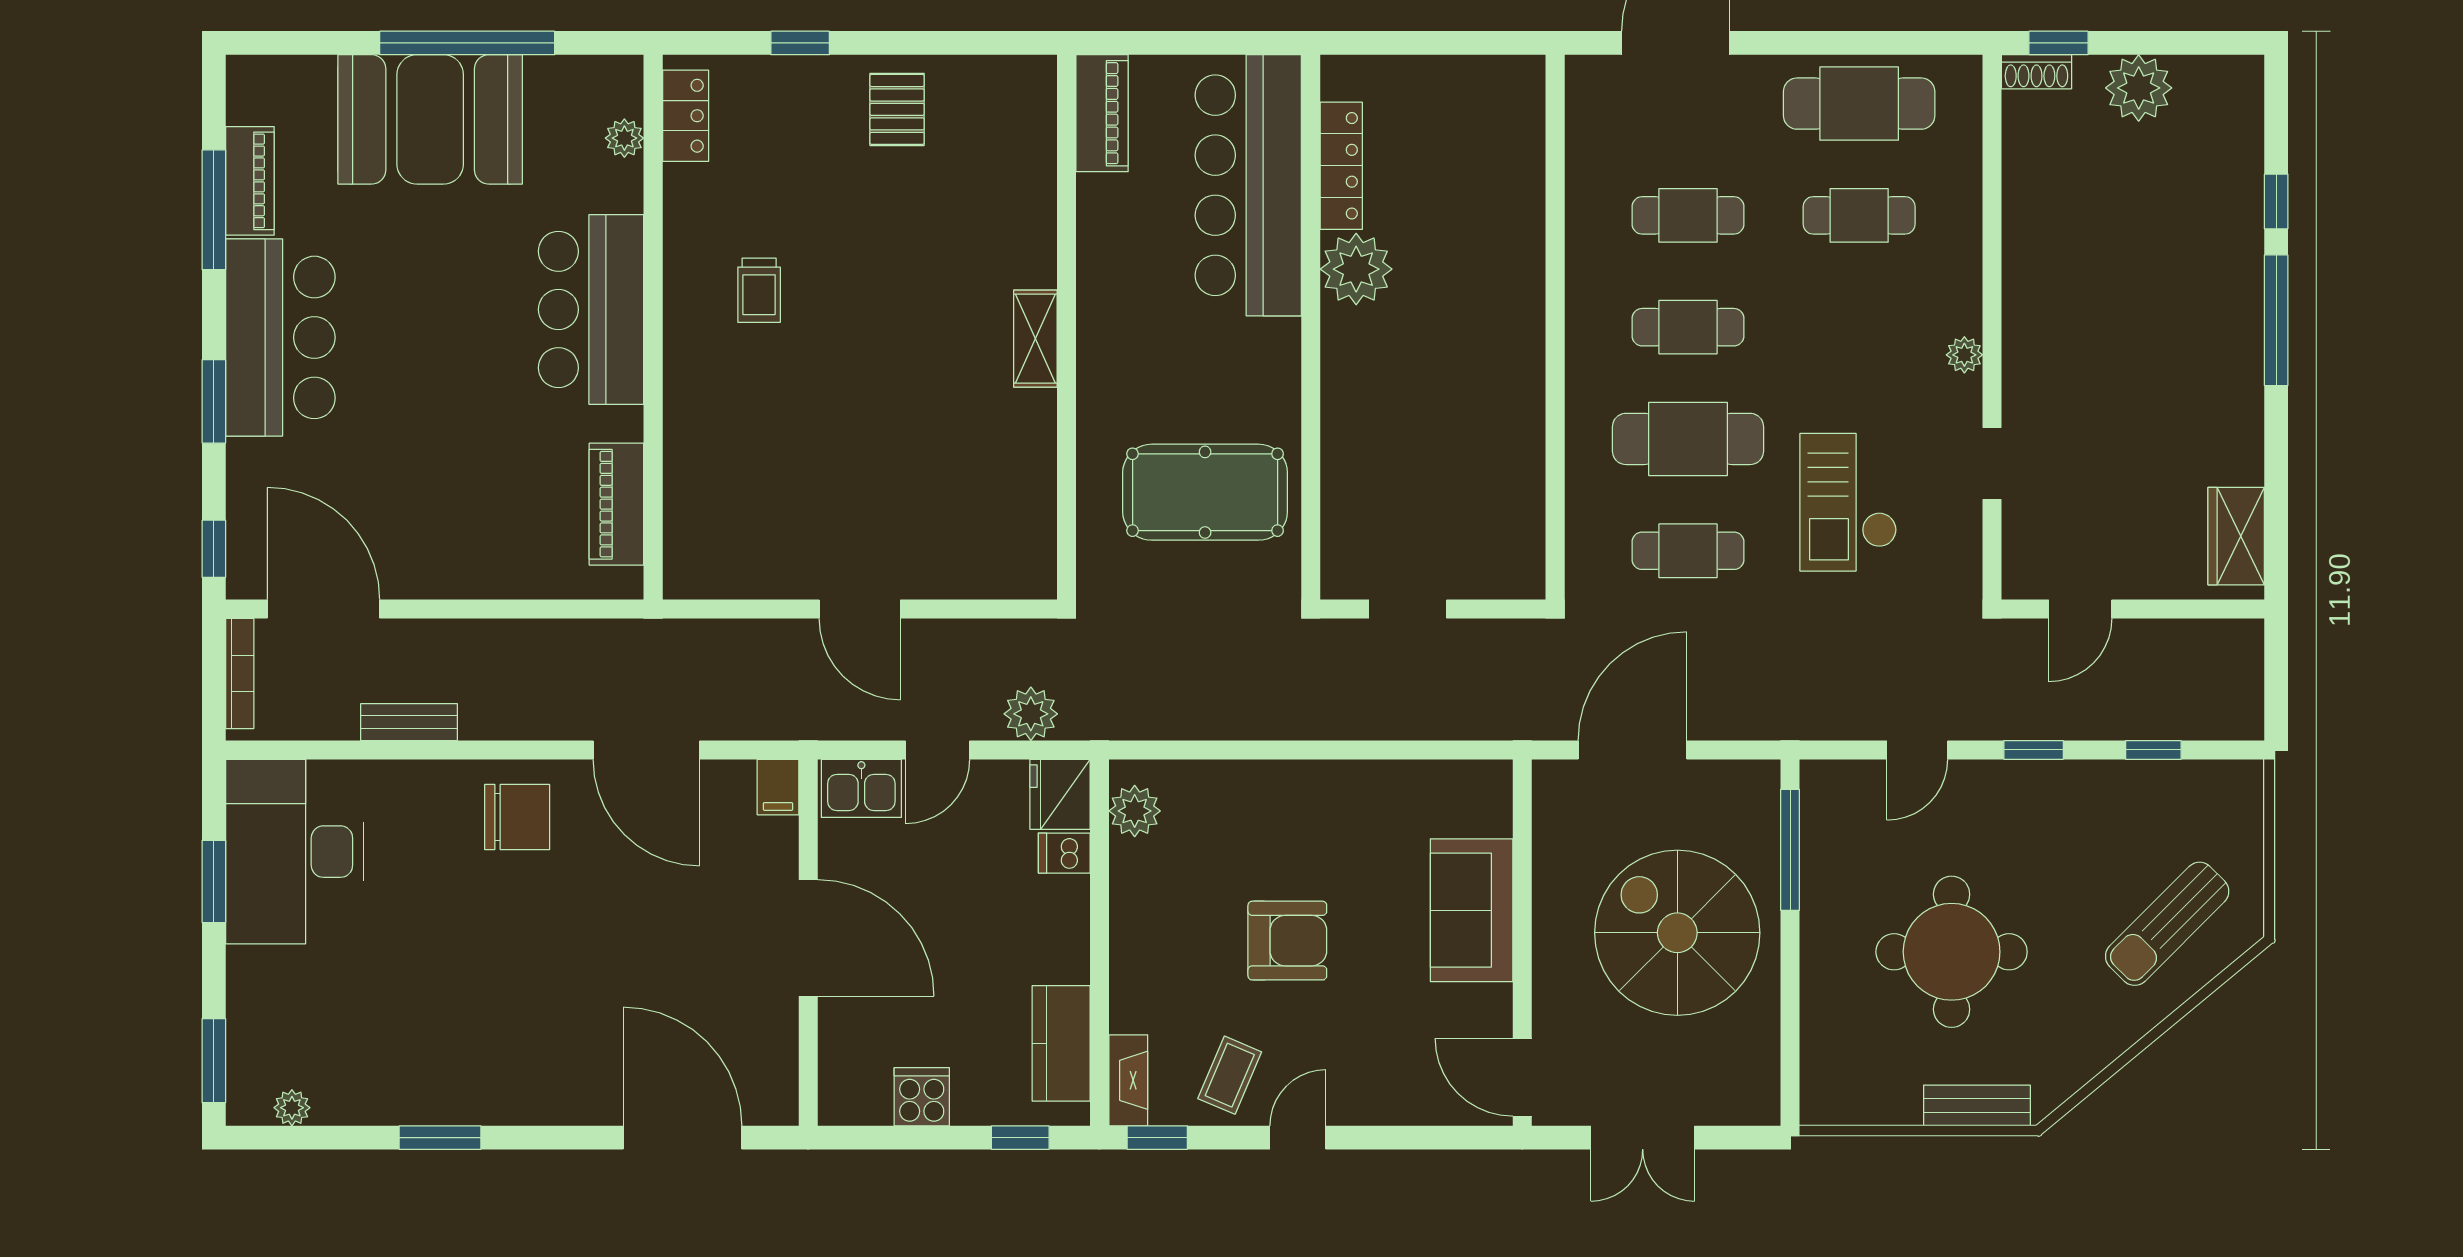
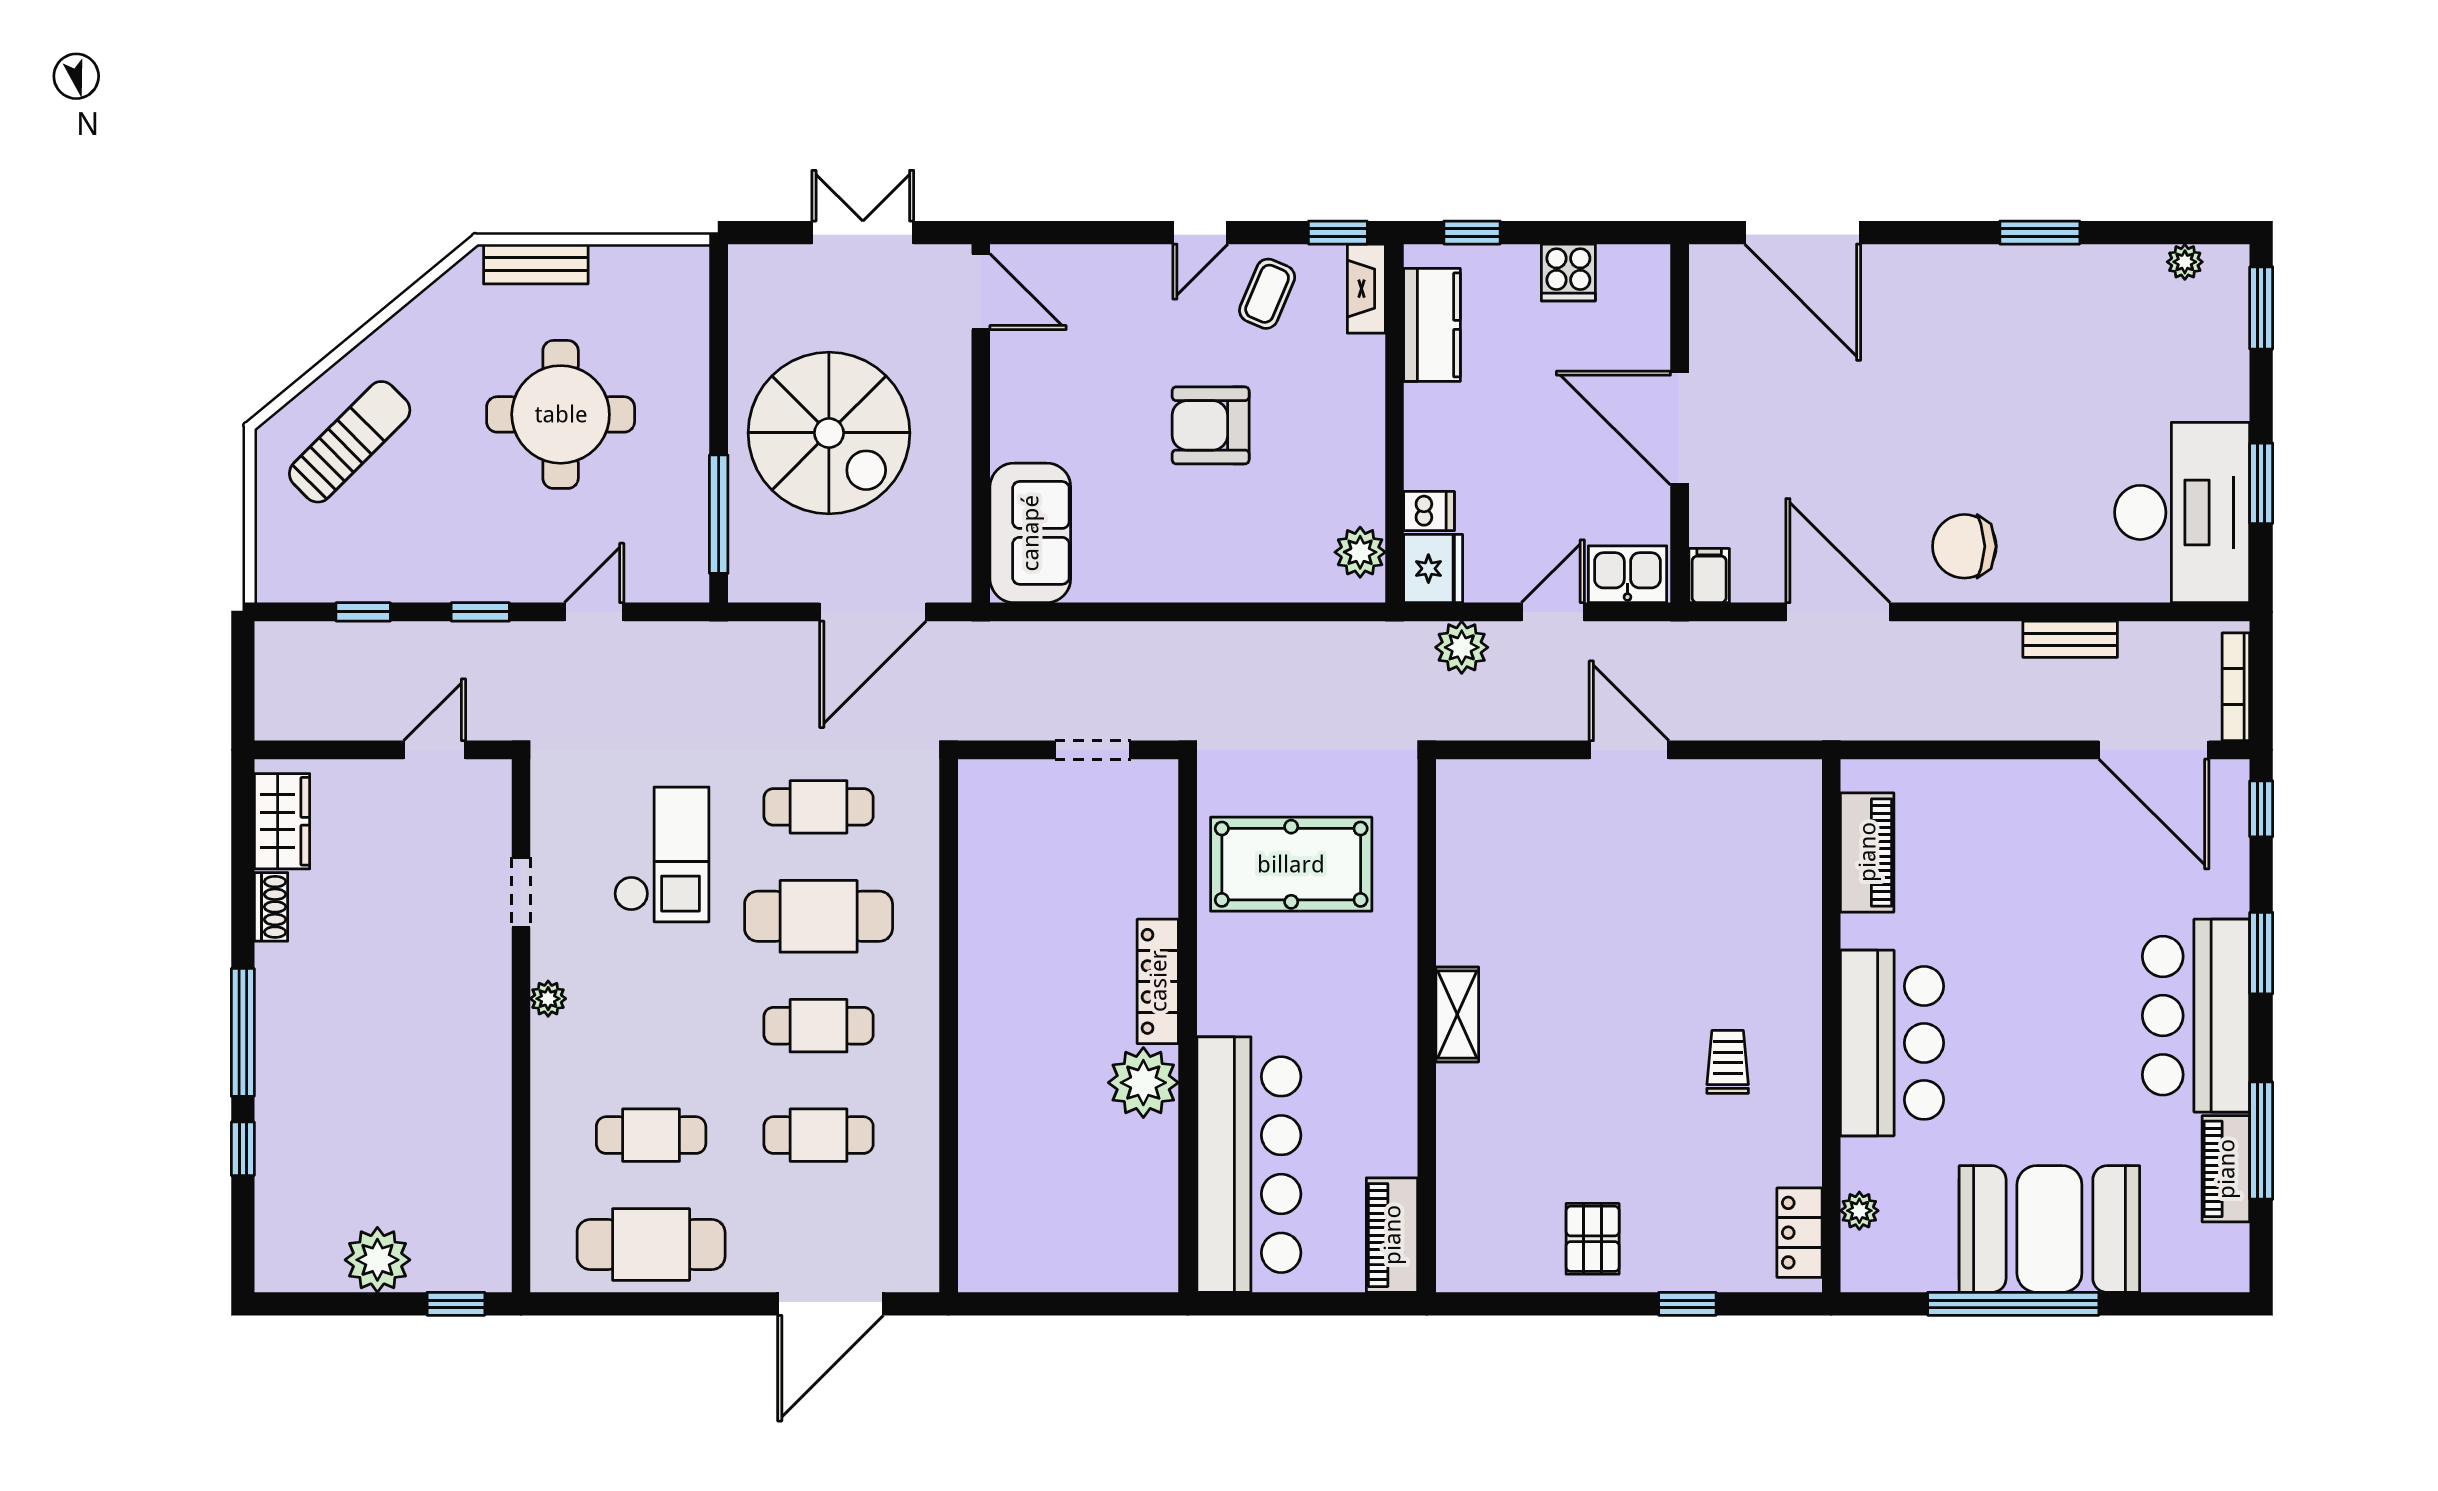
shoe rack: (2036, 72) -> (271, 907), moved, turned 90
locker: (1341, 166) -> (1158, 981), moved
sofa: (1472, 910) -> (1030, 533), moved

